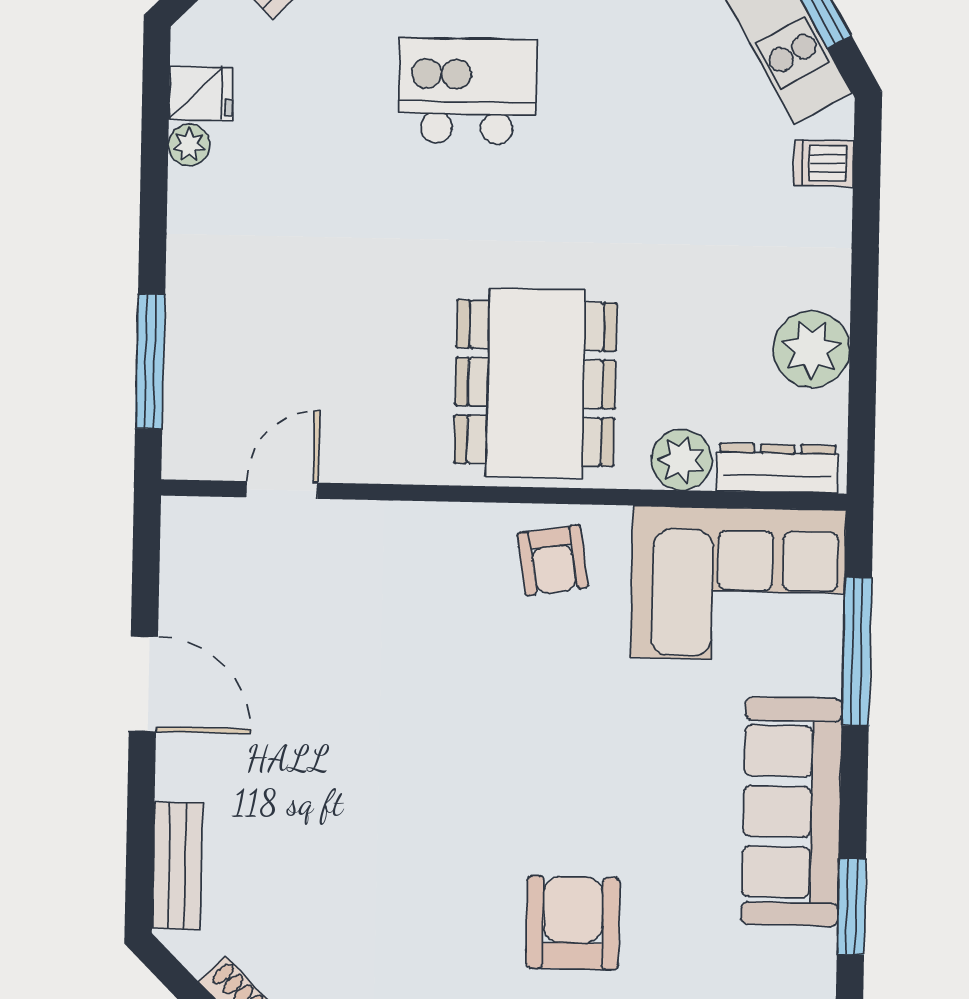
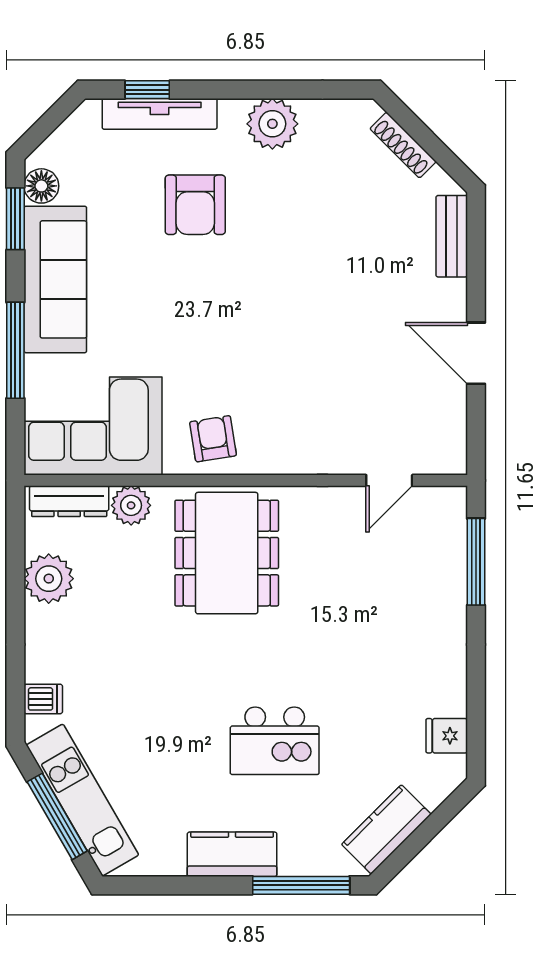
plant: (189, 145) -> (454, 702), removed
window: (857, 651) -> (15, 350), moved
floor lamp: (810, 957) -> (41, 186), added

